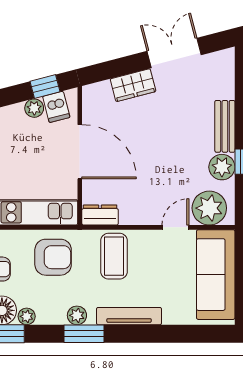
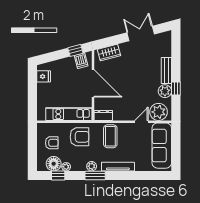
wardrobe: (133, 85) -> (109, 53), moved
plant: (34, 108) -> (70, 61), removed

